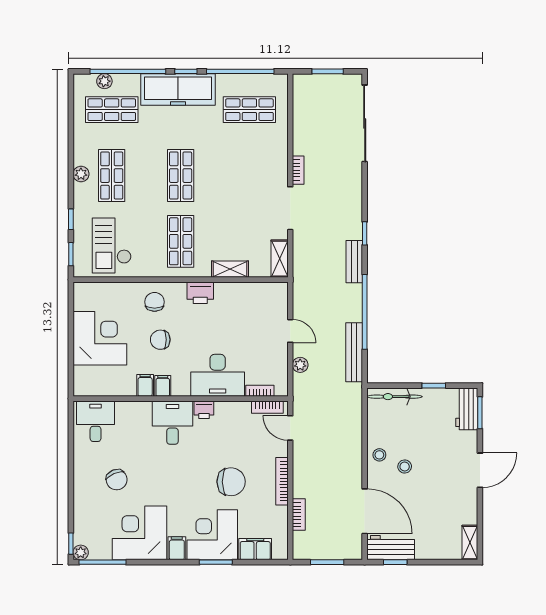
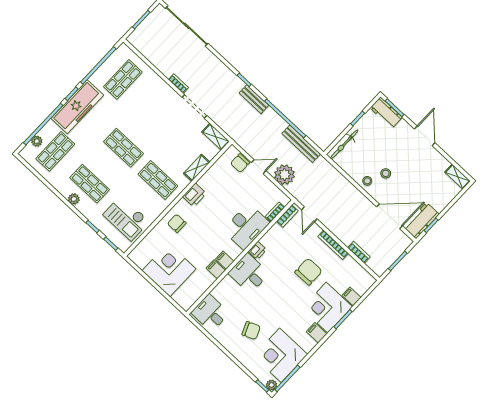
chair: (160, 340) -> (240, 163), moved
plant: (300, 365) -> (285, 175), width x1.88, depth x1.88
door: (290, 428) -> (309, 214), hinge flipped
corner desk: (140, 533) -> (280, 355), moved
filing cabinet: (255, 549) -> (352, 296), width x0.50

